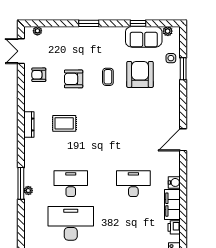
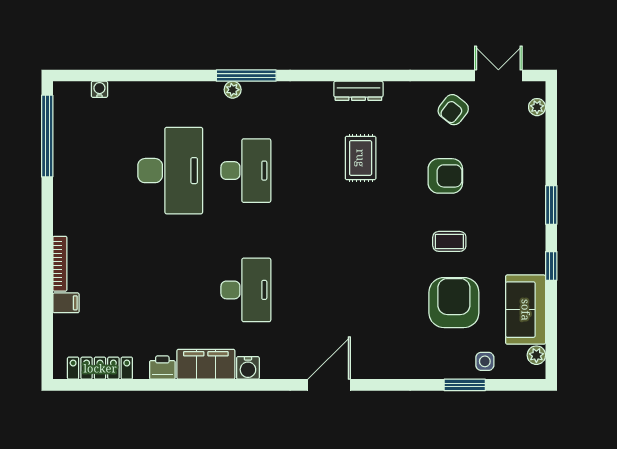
window: (138, 23) -> (551, 266), moved
armchair: (140, 74) -> (454, 303), turned -90
armchair: (39, 75) -> (453, 110), turned -142
armchair: (74, 79) -> (445, 176), turned 90
door: (183, 140) -> (329, 385), hinge flipped

